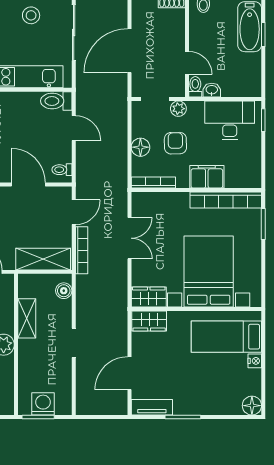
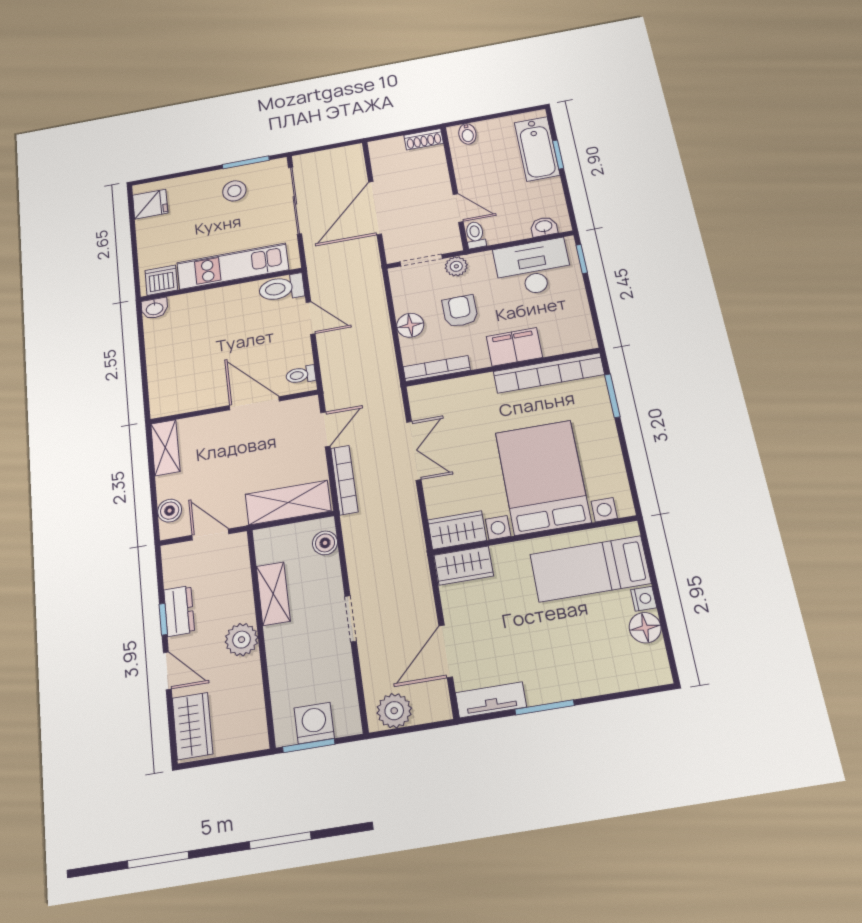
washbasin: (212, 90) -> (544, 227), moved
plant: (93, 404) -> (394, 711), added
floor lamp: (252, 406) -> (645, 628), moved

